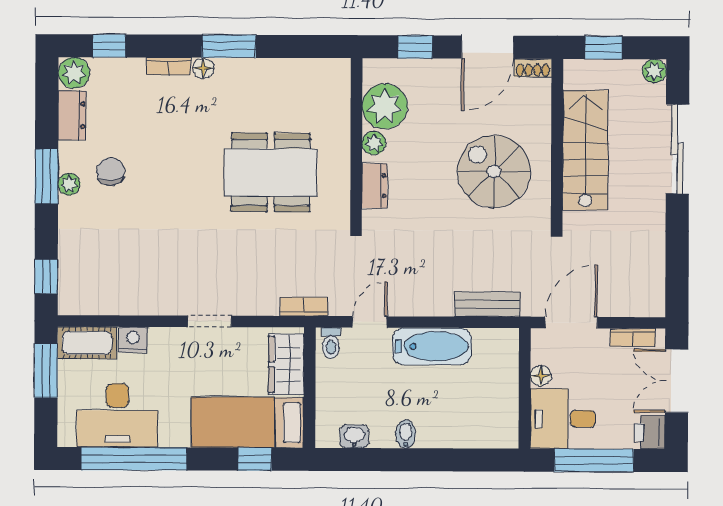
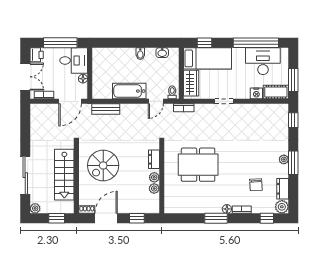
plant: (385, 106) -> (154, 189), width x0.53, depth x0.53
chair: (111, 171) -> (256, 185), moved
spiral stairs: (494, 171) -> (103, 165), turned 90

